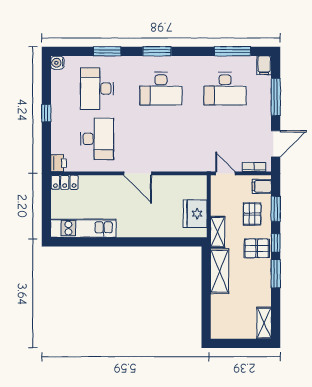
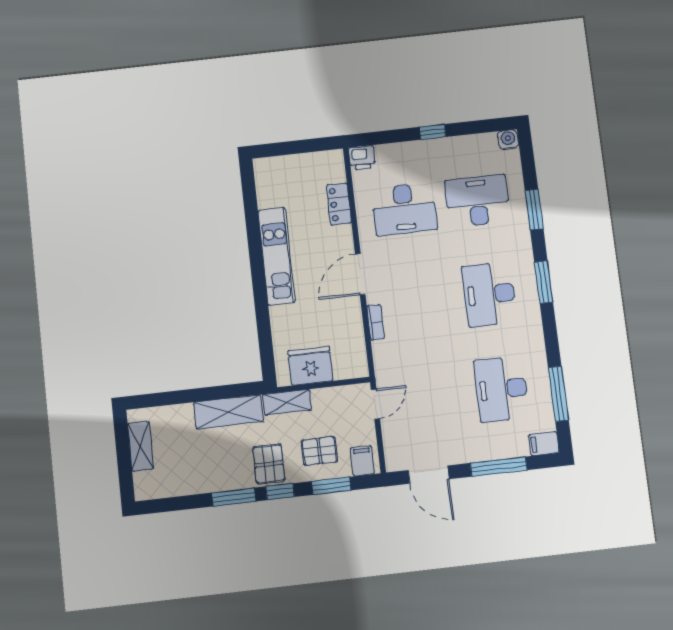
bookcase: (254, 167) -> (376, 322), moved
locker: (65, 182) -> (339, 204), moved
kitchen unit: (83, 228) -> (277, 256), moved
shelving: (264, 323) -> (140, 446), moved, turned 90

